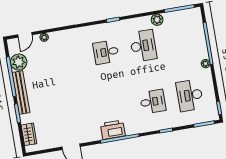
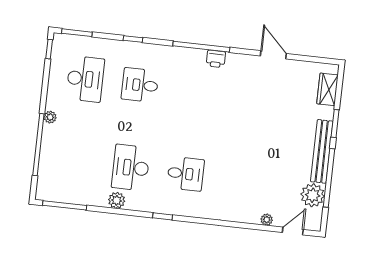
plant: (157, 20) -> (117, 200), moved
printer: (113, 130) -> (216, 59), width x0.53, depth x0.68

